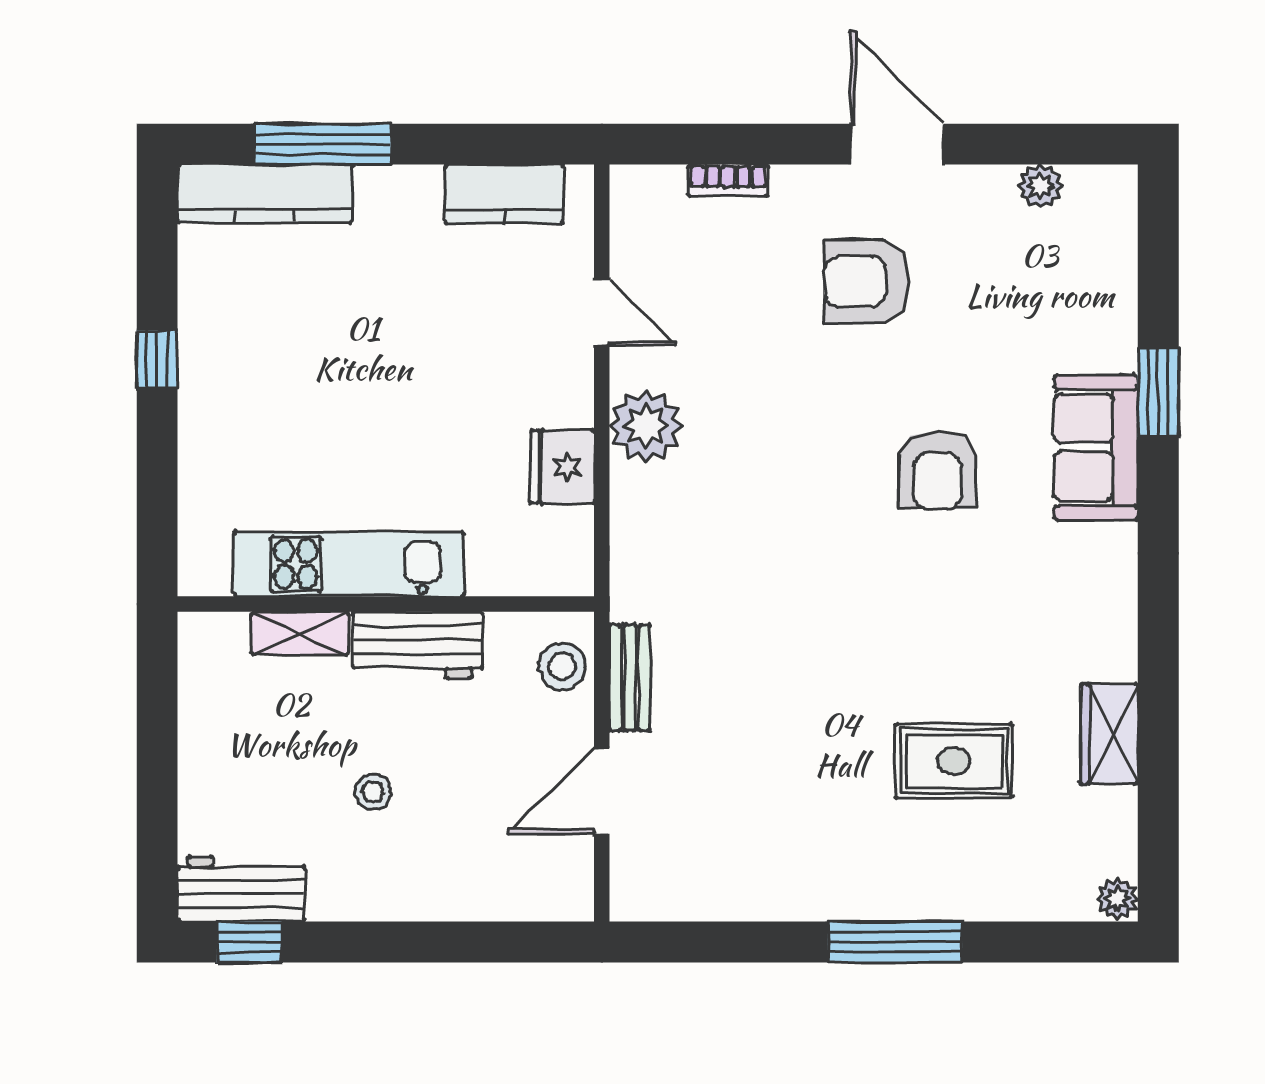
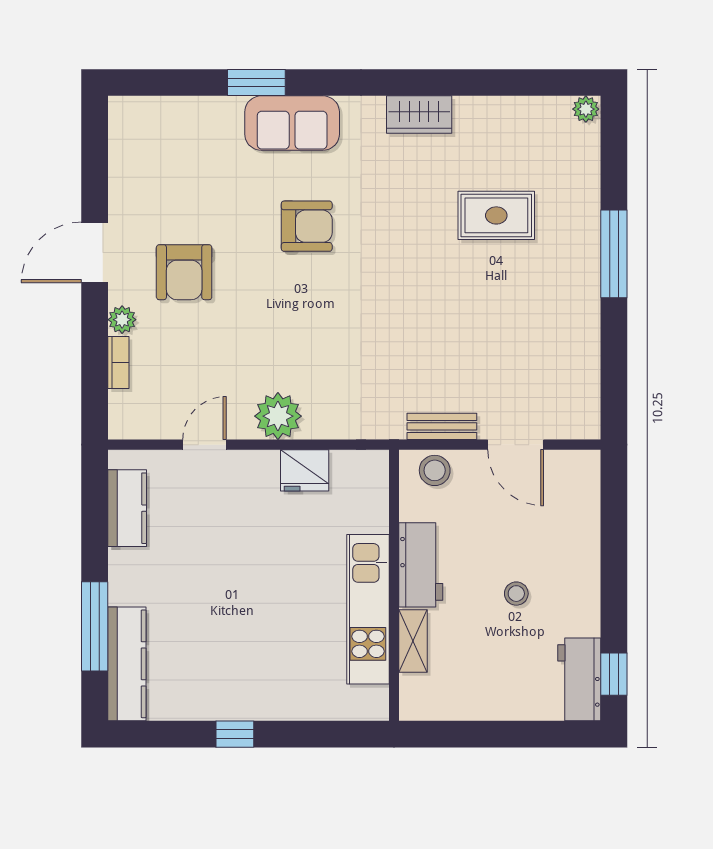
plant: (1041, 186) -> (122, 320), moved
wardrobe: (1109, 734) -> (419, 115), moved
rug: (954, 761) -> (496, 215), turned 90

